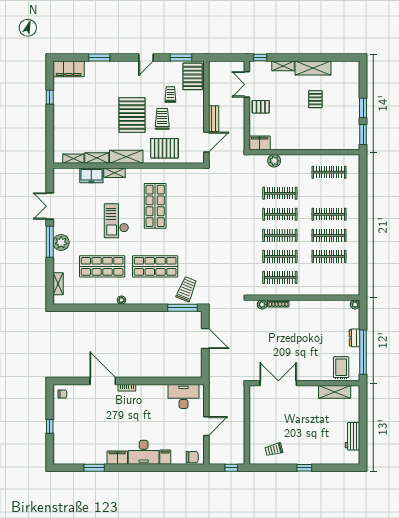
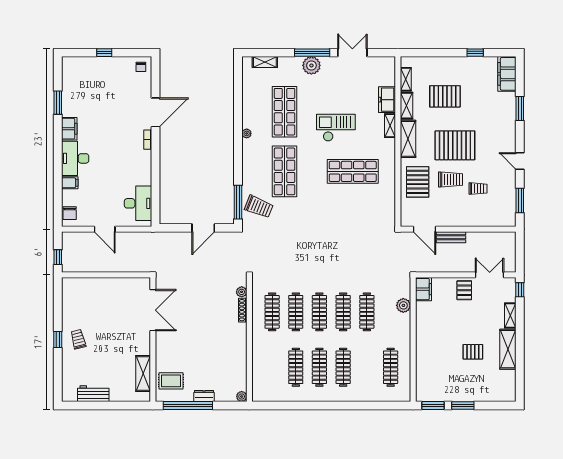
pallet: (193, 76) -> (445, 96), moved
trolley: (274, 449) -> (78, 339), moved

